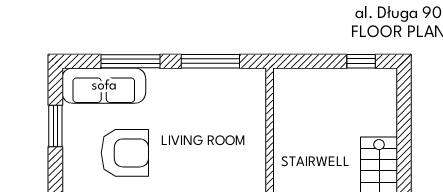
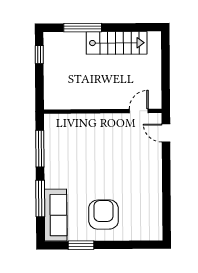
window: (404, 131) -> (83, 28), added
armchair: (125, 153) -> (104, 215), moved

